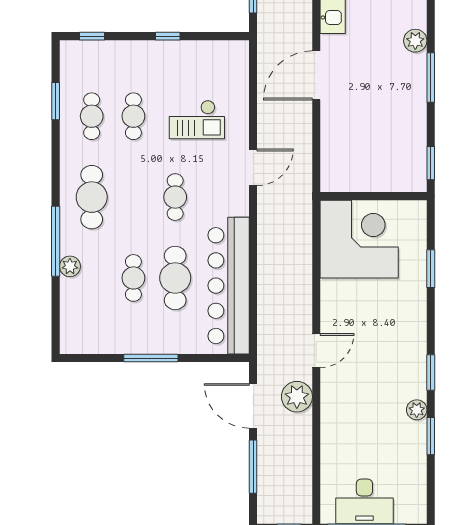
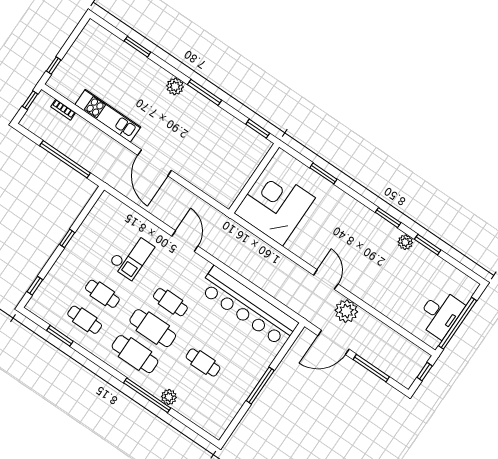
cafe table: (175, 278) -> (153, 328), moved

